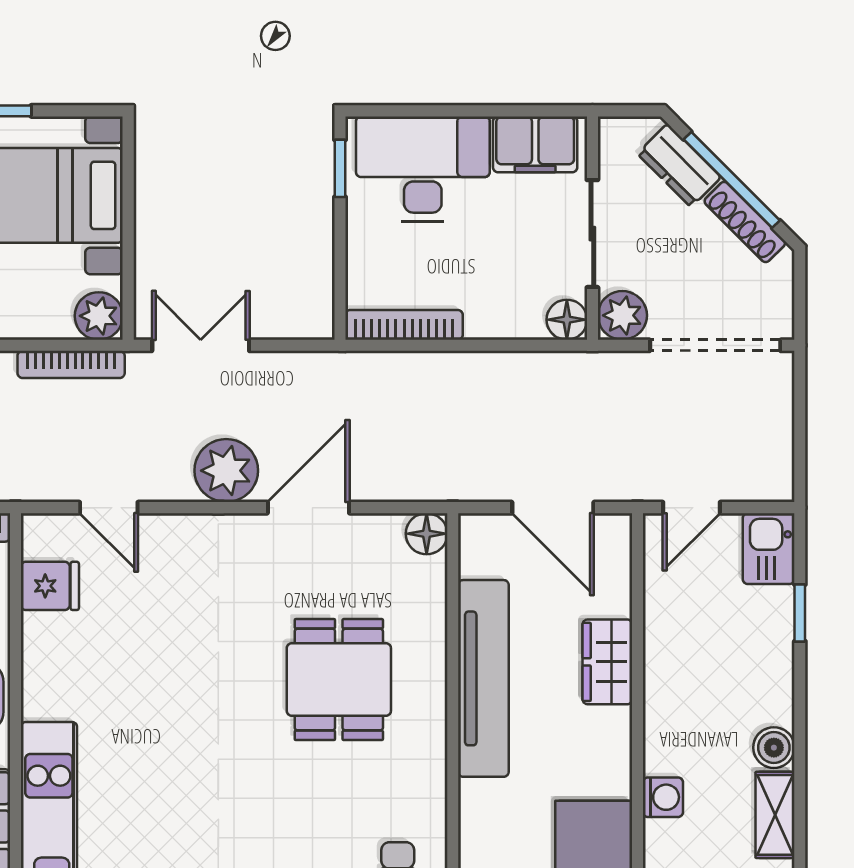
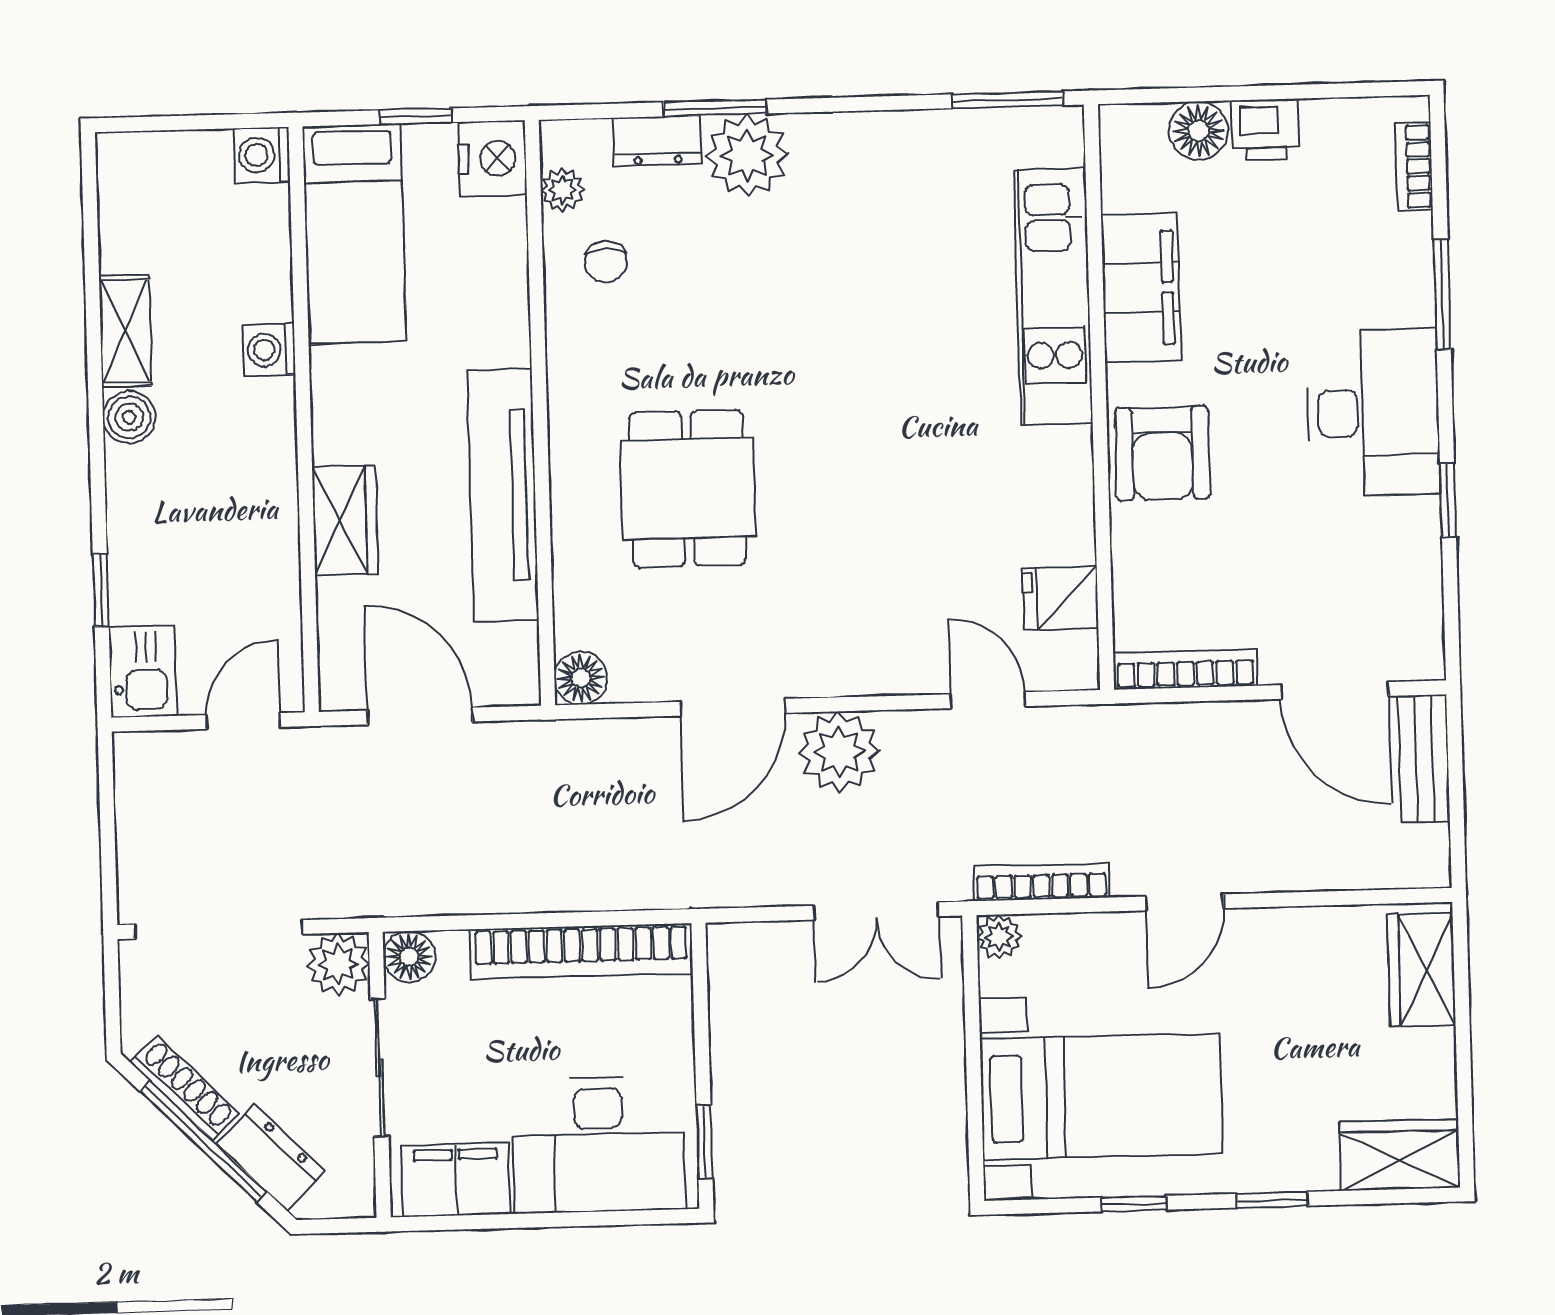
plant: (99, 316) -> (999, 937), width x0.73, depth x0.73
bookcase: (404, 325) -> (581, 951), width x1.48, depth x1.31

